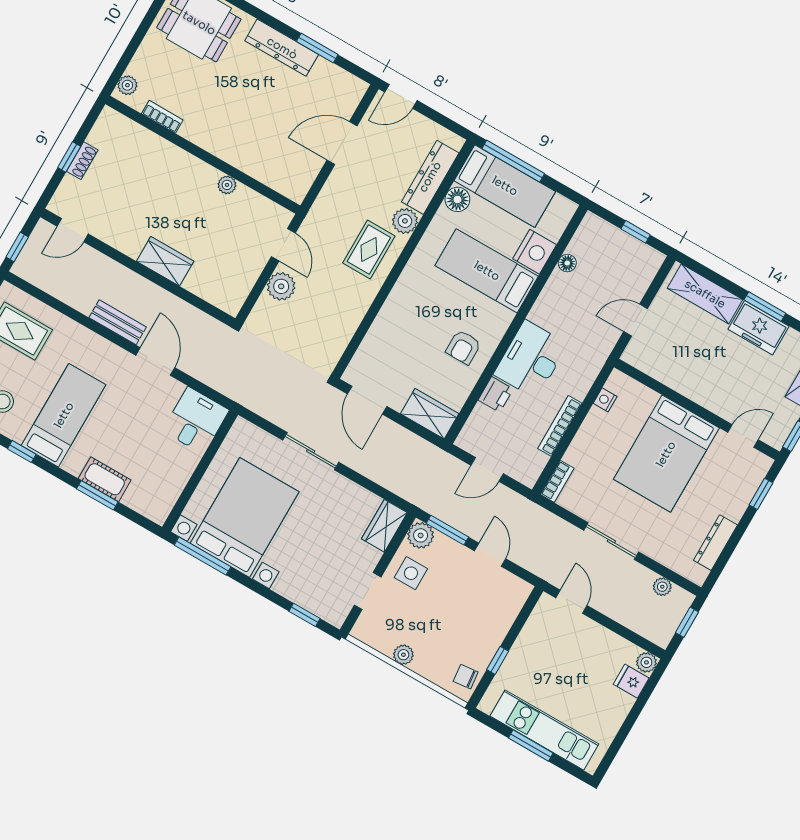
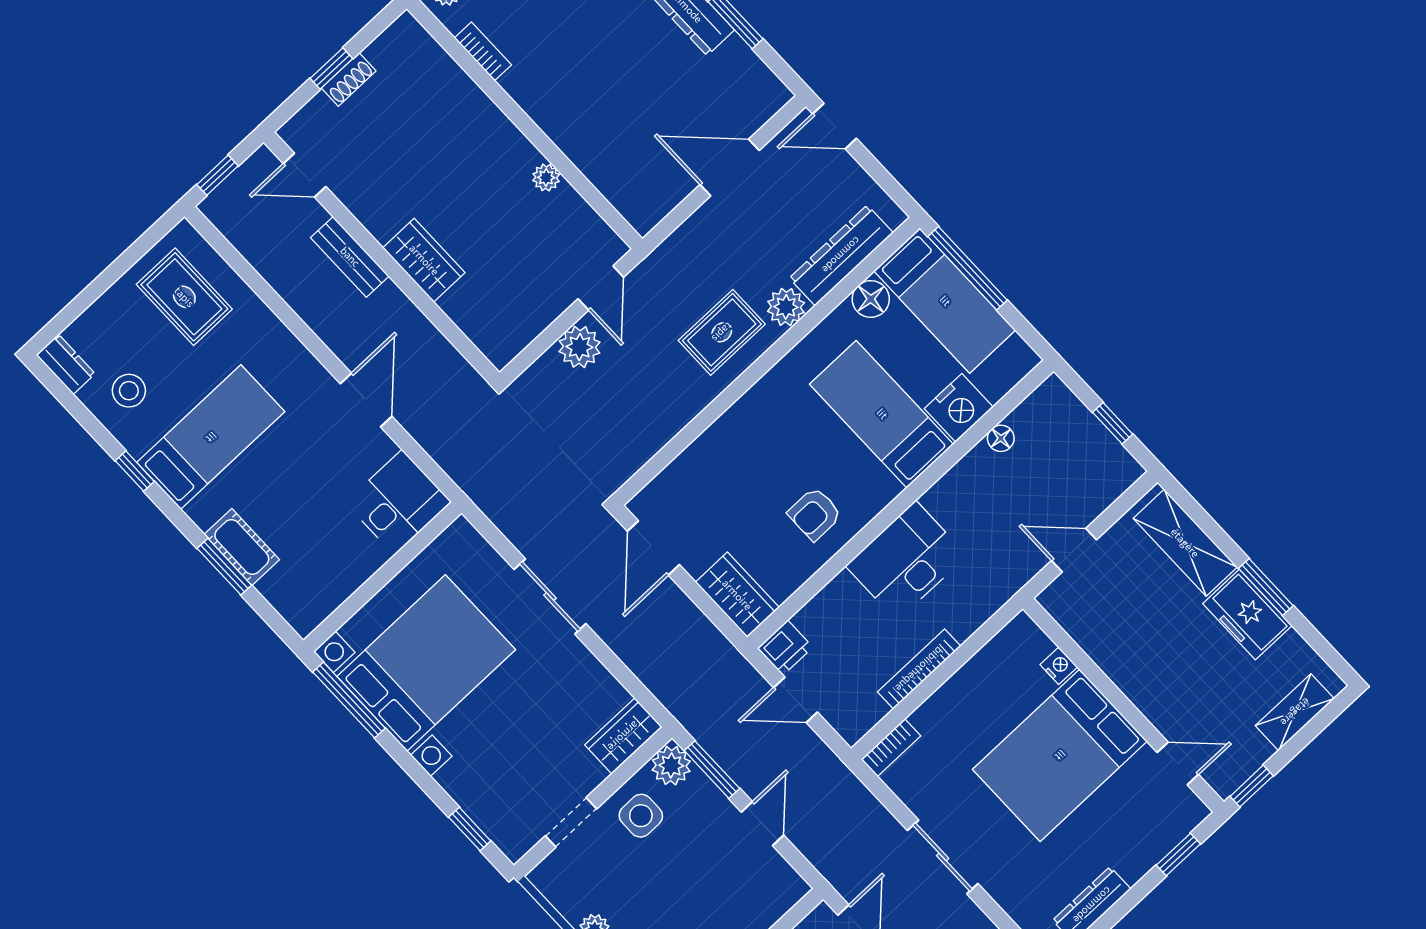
bench: (118, 322) -> (350, 257), moved
printer: (496, 394) -> (785, 648), moved
nightstand: (605, 400) -> (1059, 666), moved, turned 90

